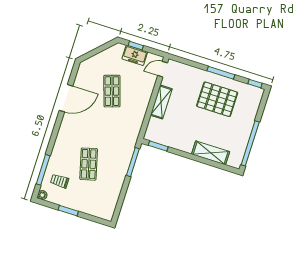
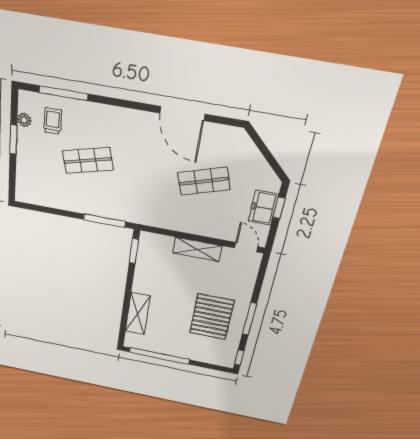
plant: (42, 195) -> (24, 120), moved

